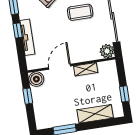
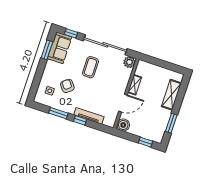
door: (60, 67) -> (123, 103), swing flipped
window: (124, 94) -> (168, 65), removed
window: (28, 96) -> (145, 142), moved

